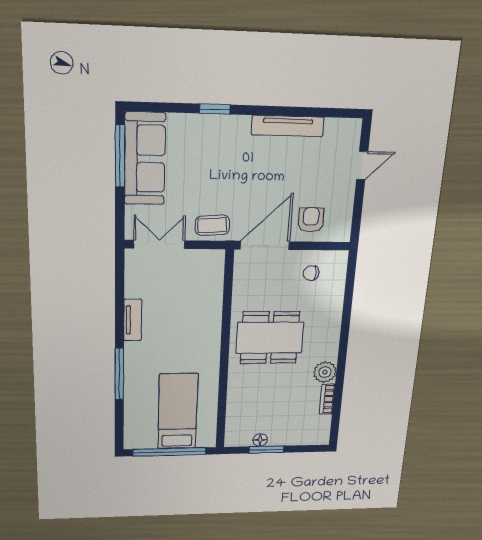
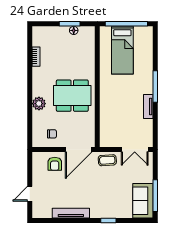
sofa: (145, 159) -> (143, 201), width x0.73
plant: (325, 372) -> (39, 104), moved
window: (119, 374) -> (155, 86), moved

